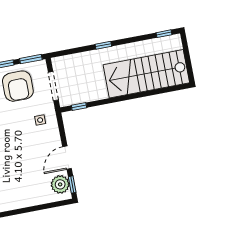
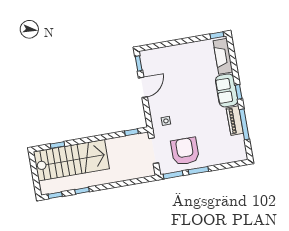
window: (103, 45) -> (82, 191), moved
window: (162, 91) -> (58, 145), added
plant: (60, 184) -> (149, 64), removed

